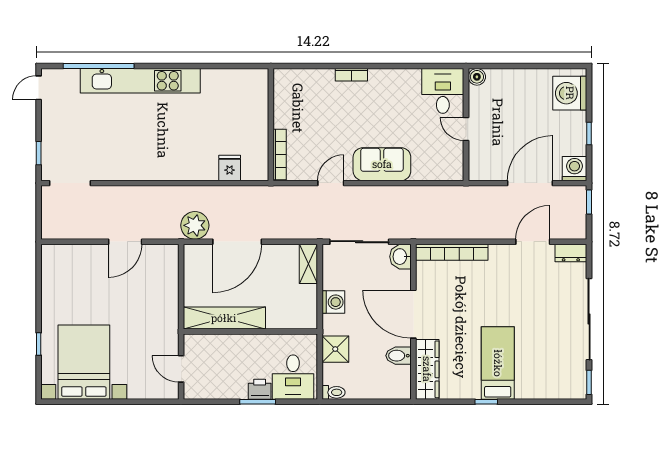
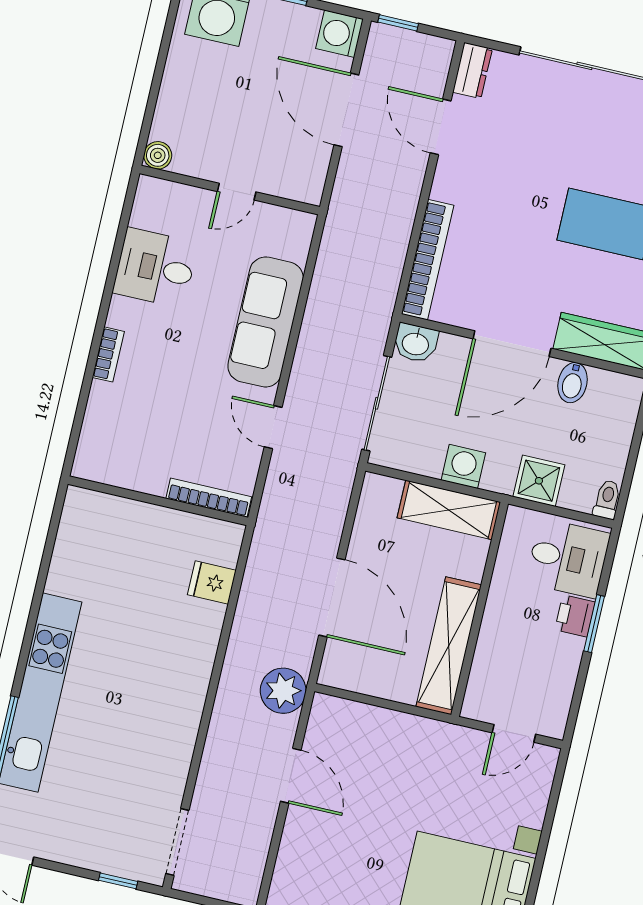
desk: (443, 91) -> (155, 268), moved
sofa: (382, 164) -> (266, 322), width x1.36
plant: (195, 225) -> (283, 691), moved
shelving: (308, 264) -> (449, 510), moved, width x1.50, depth x1.33

